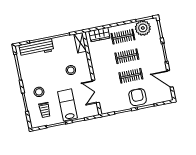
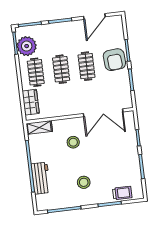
workbench: (36, 48) -> (41, 178), width x0.73
stool: (39, 92) -> (84, 182), moved
double door: (96, 92) -> (103, 113), width x1.37
armchair: (138, 97) -> (114, 60), turned -94
lab bench: (68, 105) -> (117, 150), removed
trolley: (45, 110) -> (122, 193), moved

